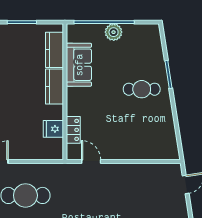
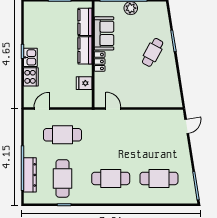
cafe table: (142, 89) -> (153, 52), turned -62
locker: (73, 130) -> (100, 61), moved

